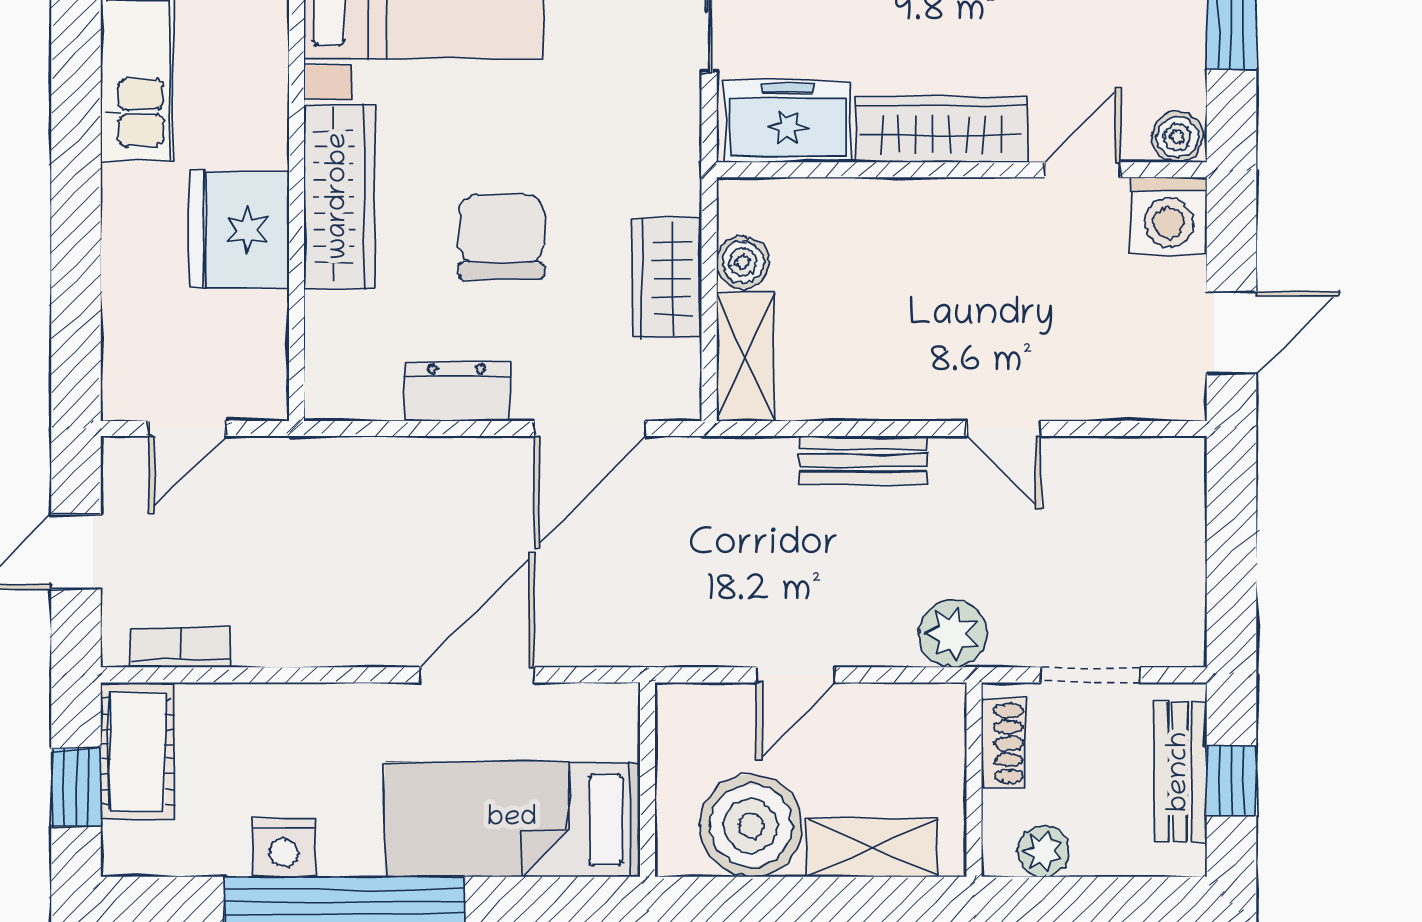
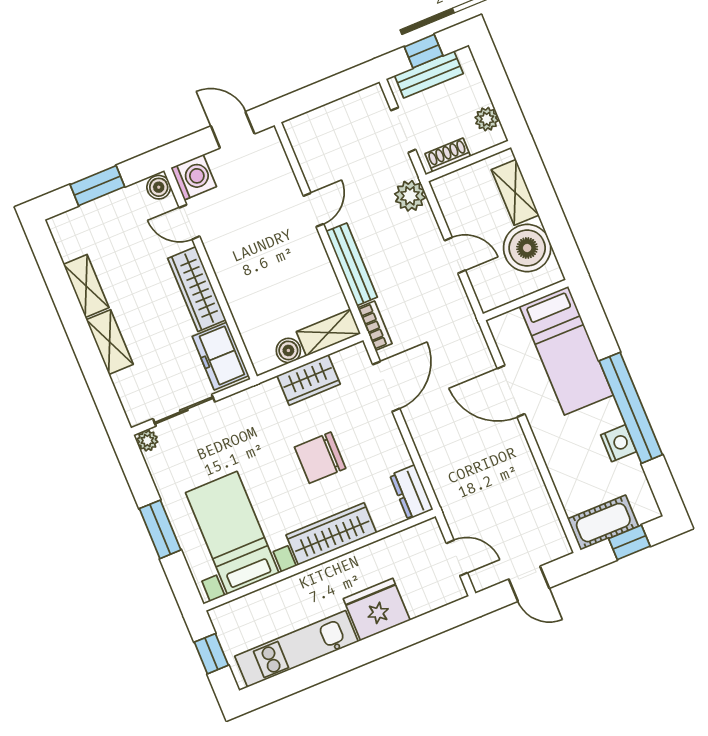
fridge: (240, 230) -> (377, 610), moved, turned 180
dresser: (457, 391) -> (411, 492), moved
door: (590, 428) -> (386, 386), hinge flipped
bench: (863, 460) -> (352, 264), width x1.36
bookcase: (181, 647) -> (375, 326), moved, turned 180

